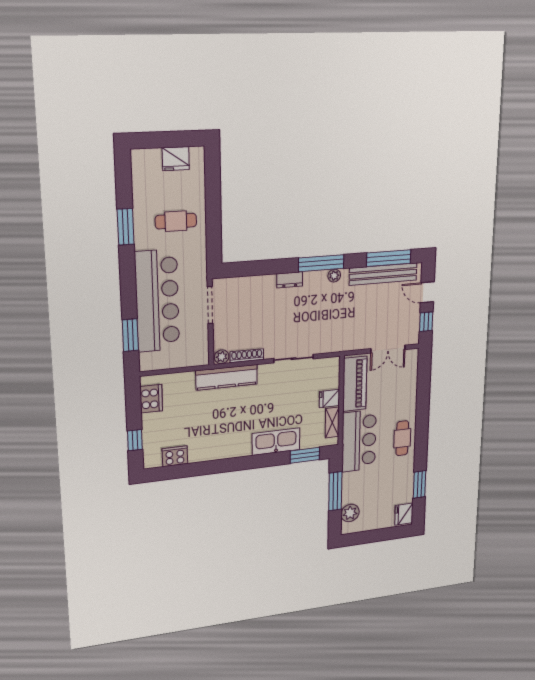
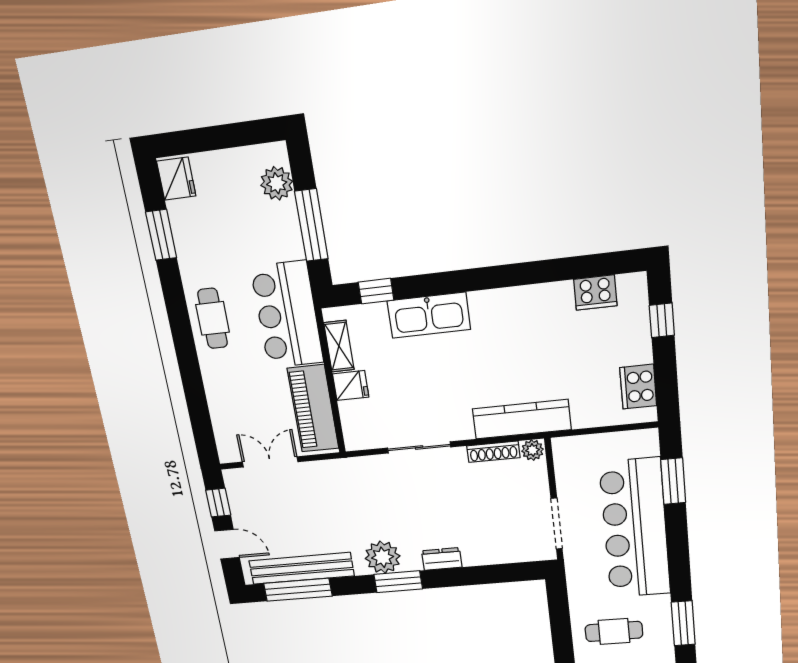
window: (321, 263) -> (398, 582), width x0.69
plant: (334, 276) -> (383, 557), width x1.88, depth x1.88
window: (305, 455) -> (376, 291), width x0.67

